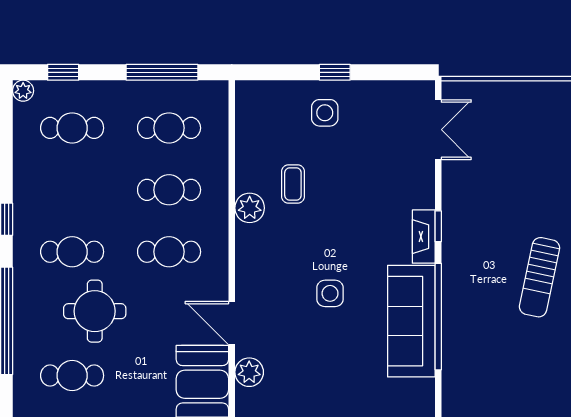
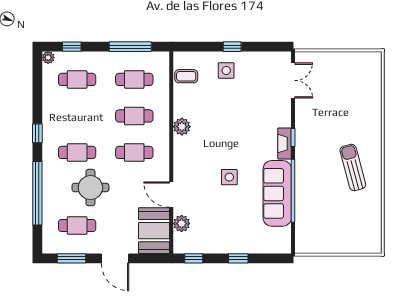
coffee table: (293, 184) -> (186, 76), moved, turned 90
sun lounger: (540, 277) -> (353, 168), turned 153

